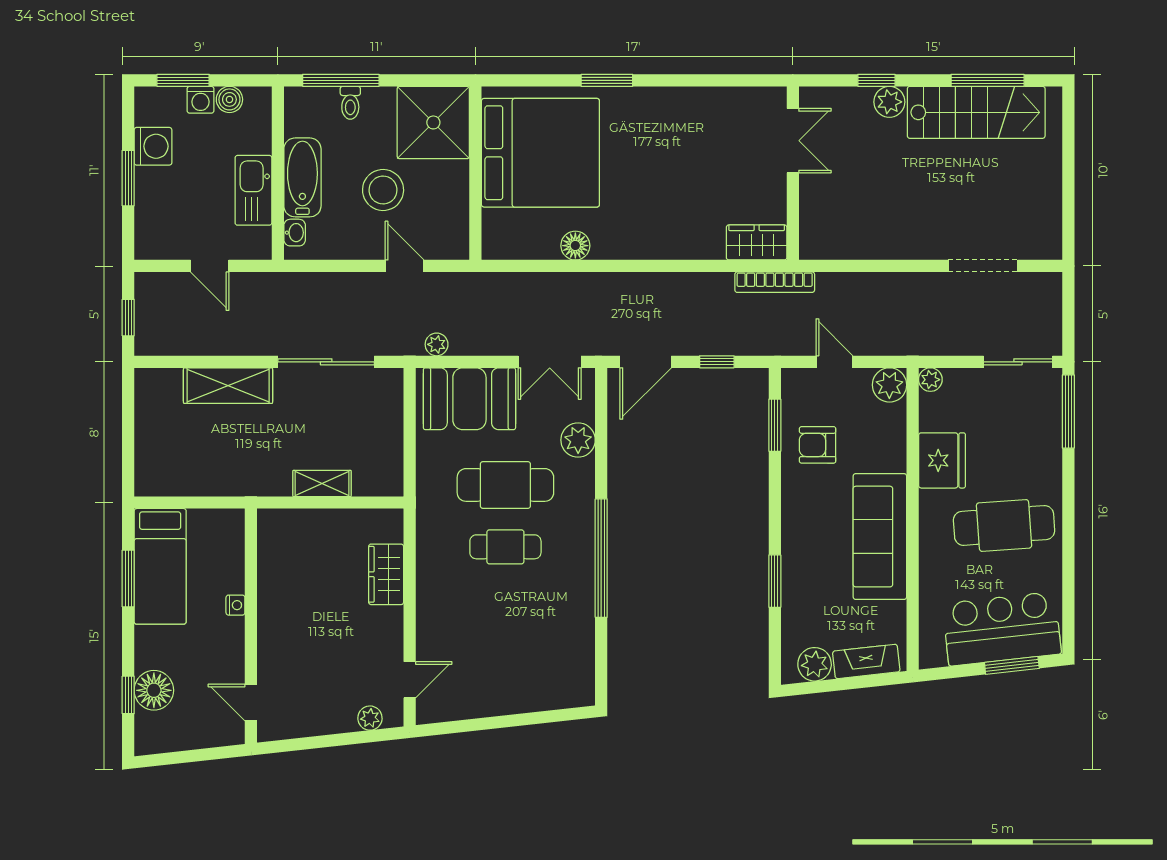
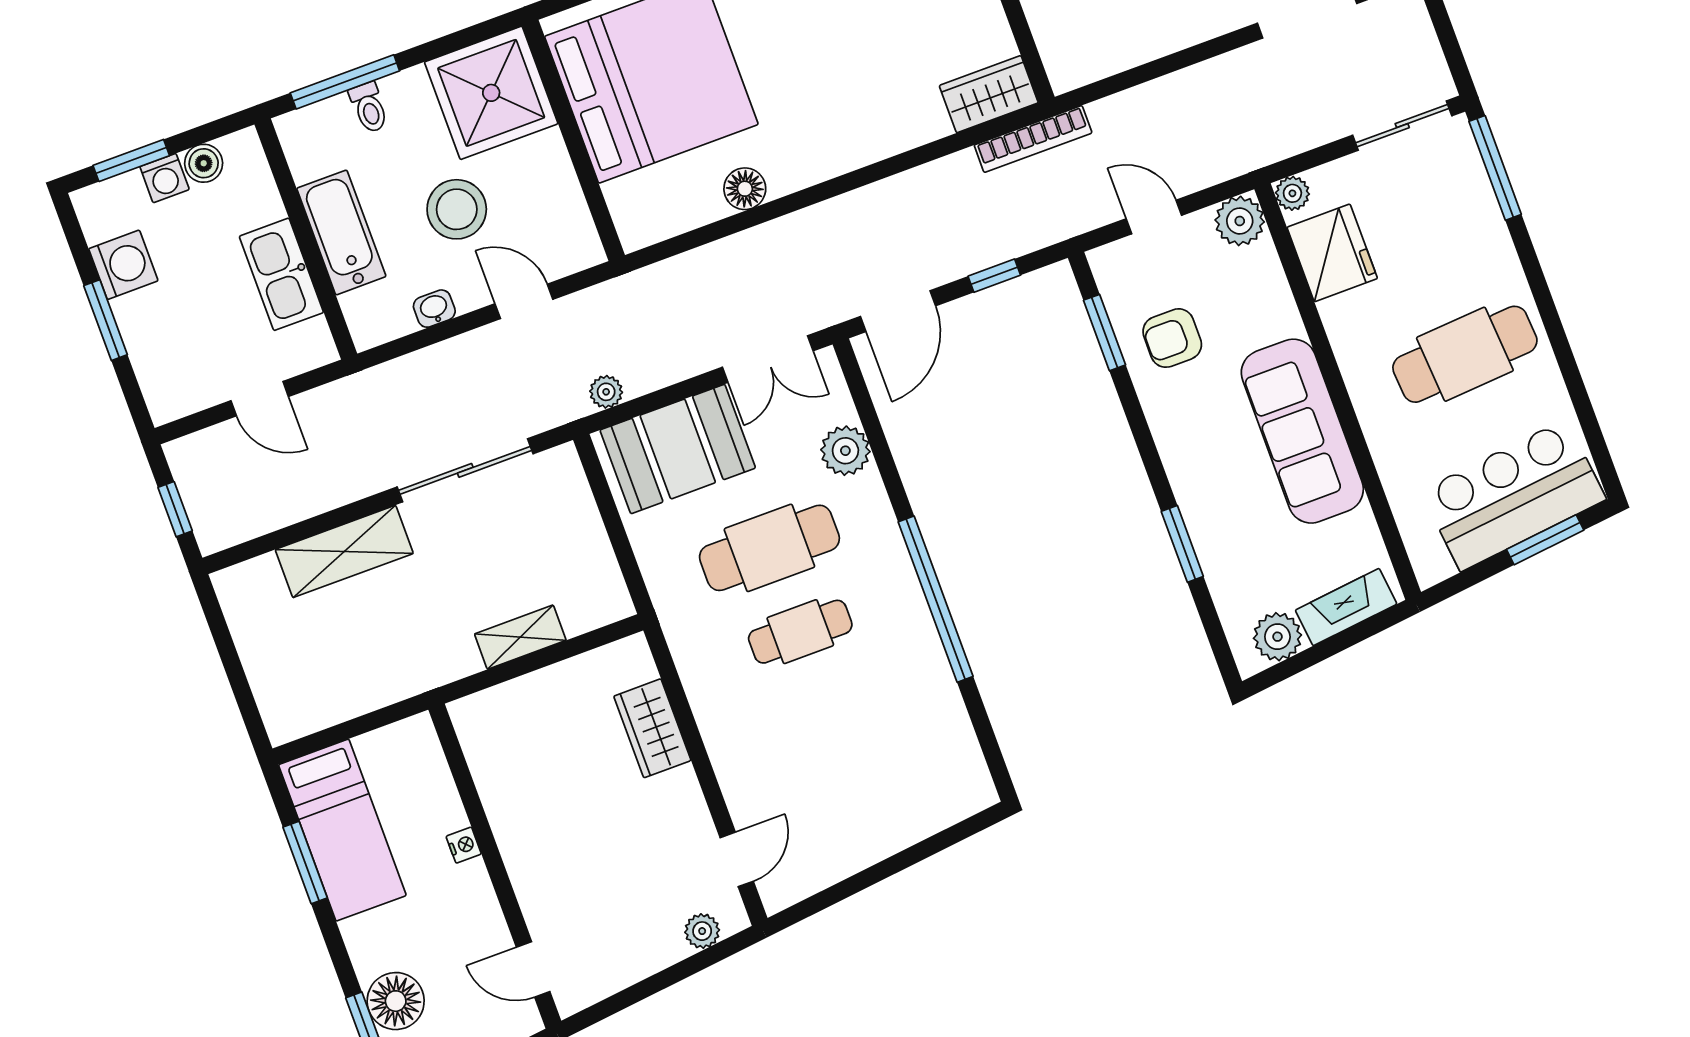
washbasin: (295, 233) -> (434, 309), moved, turned -90
fridge: (942, 460) -> (1332, 253), moved

